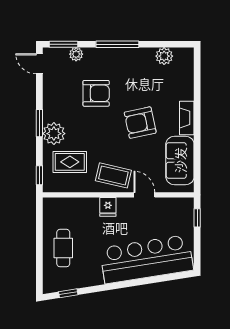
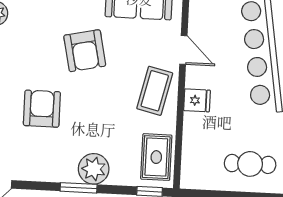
rug: (70, 162) -> (156, 157), moved
door: (144, 195) -> (183, 50), swing flipped

